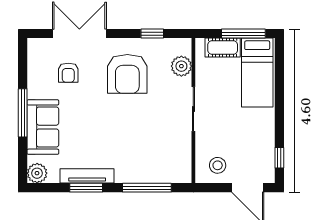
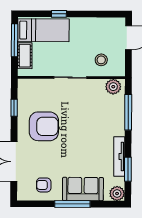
plant: (181, 66) -> (113, 87), moved
armchair: (68, 73) -> (44, 185), moved, turned 180
window: (279, 158) -> (59, 14), moved
stool: (218, 165) -> (101, 60), moved
window: (86, 188) -> (128, 169), moved

